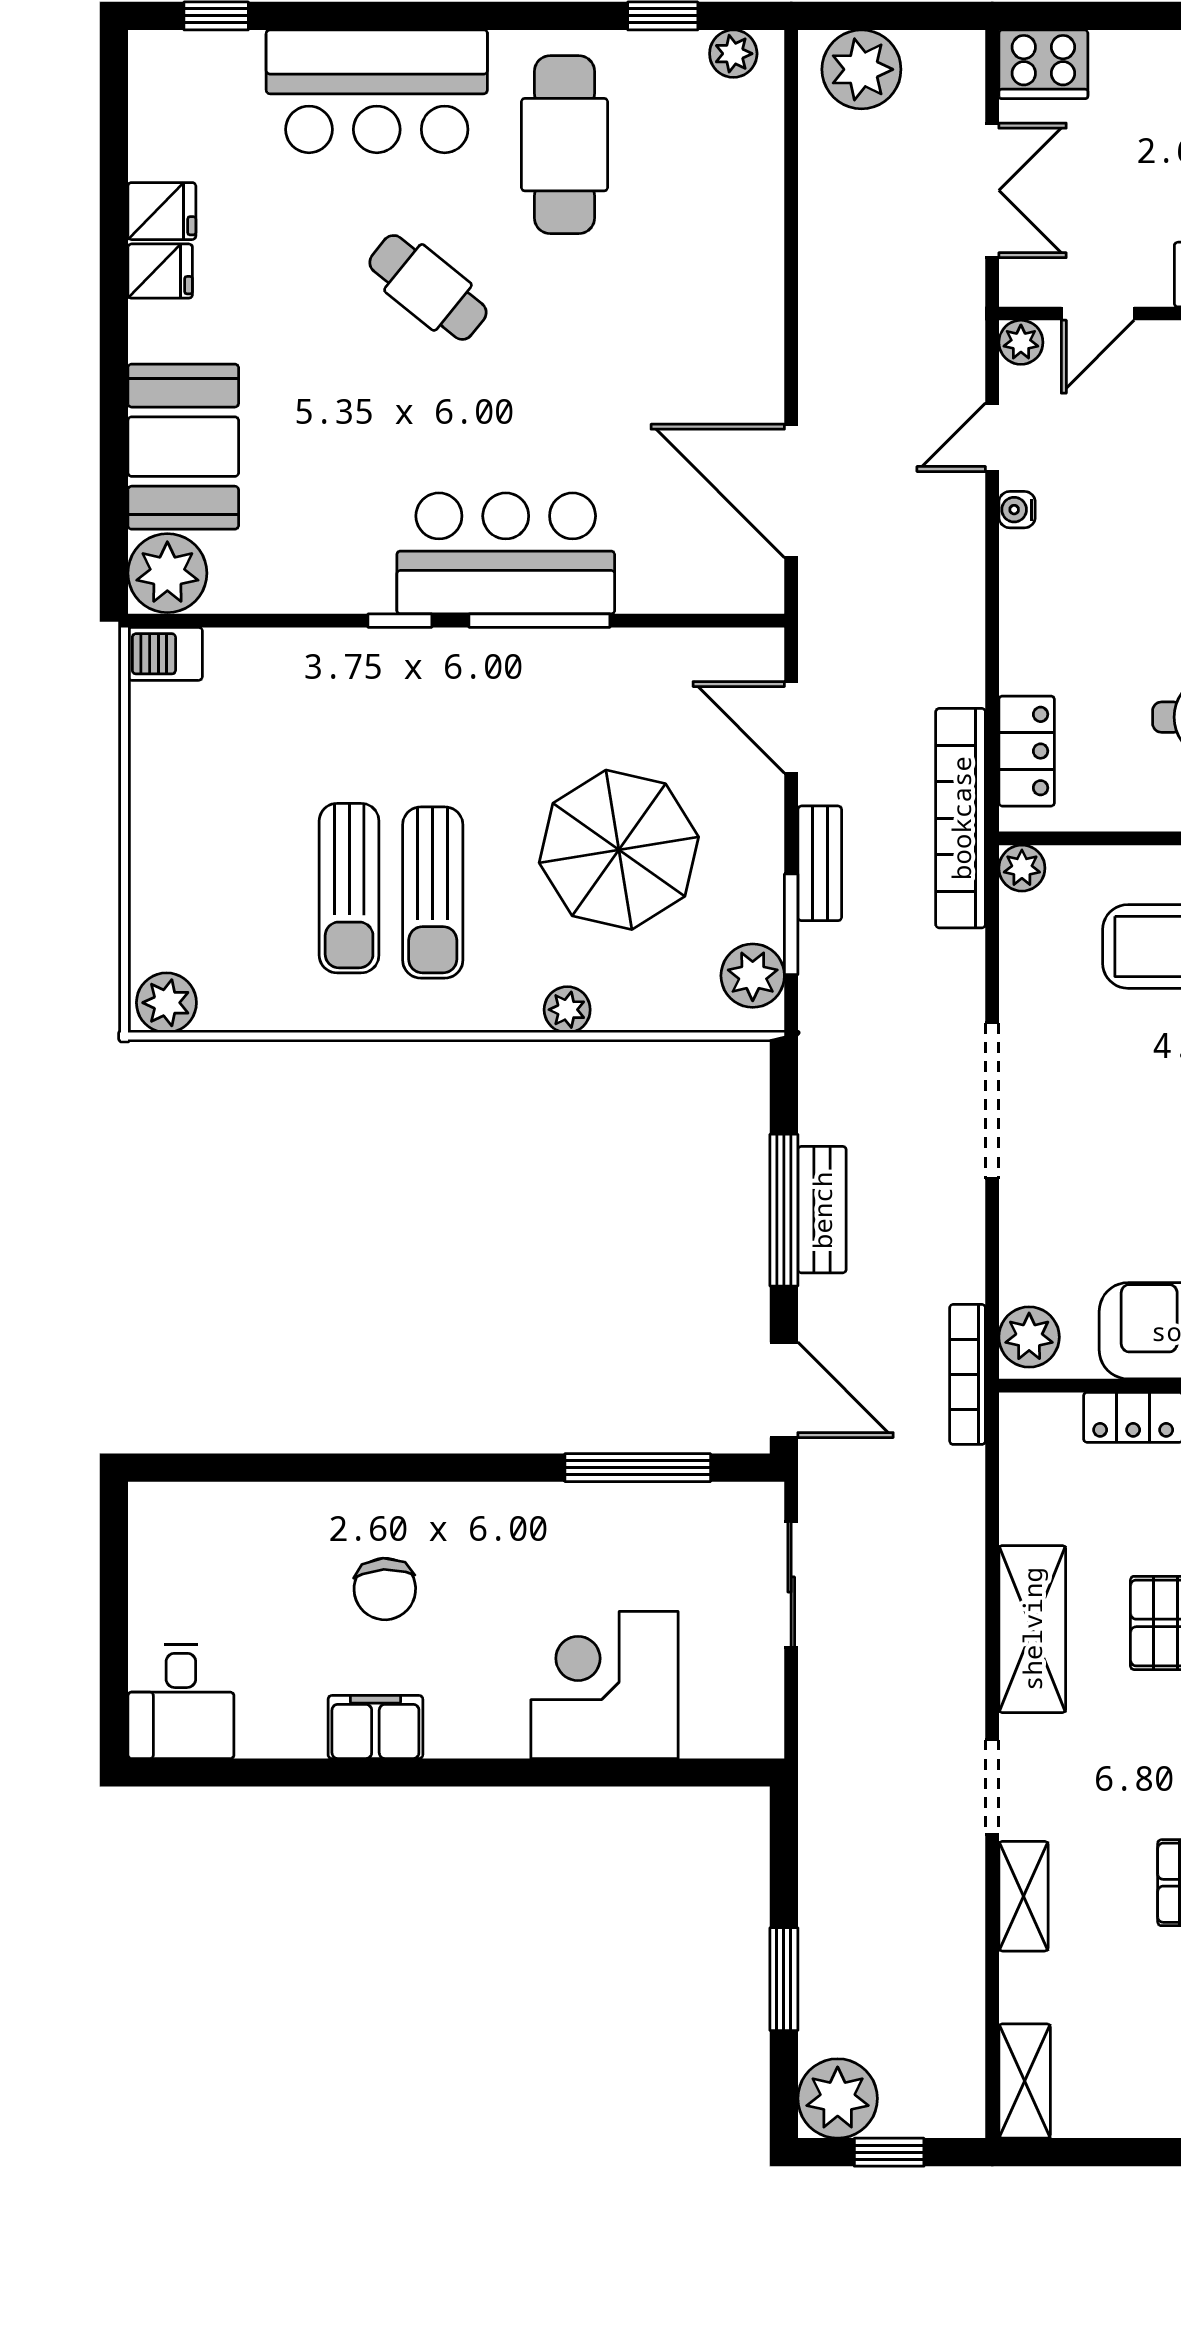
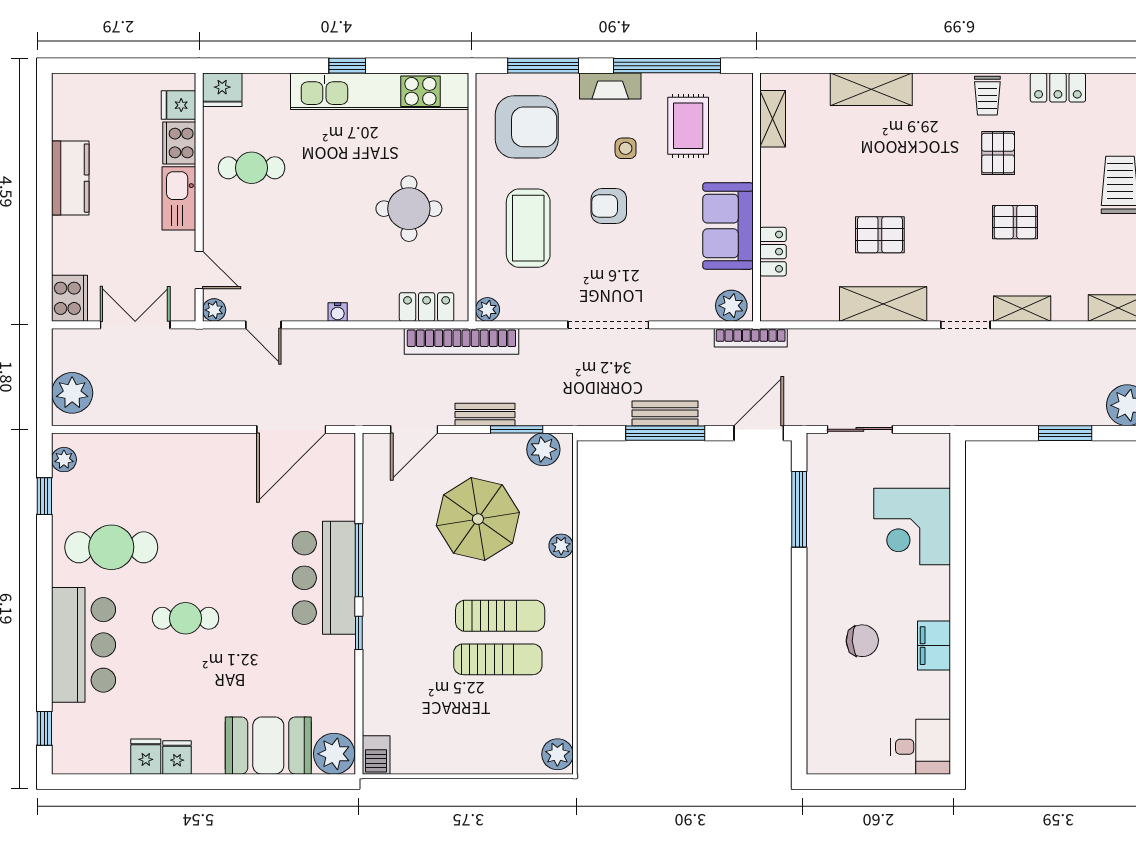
cafe table: (428, 287) -> (186, 618), turned 51
water cooler: (1017, 510) -> (338, 312), moved

